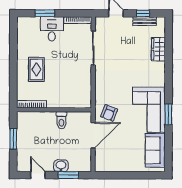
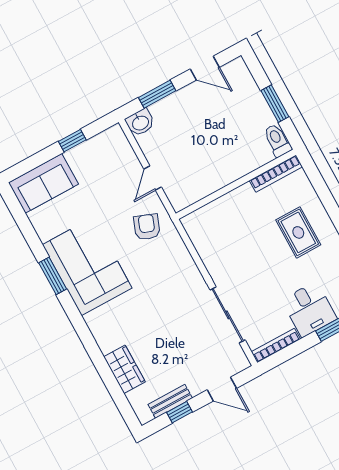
toilet: (61, 120) -> (277, 140), moved
door: (93, 135) -> (153, 178), width x0.53
sofa: (155, 150) -> (43, 183), moved, turned 90
washbasin: (61, 166) -> (140, 123), moved
window: (122, 175) -> (72, 141), added

